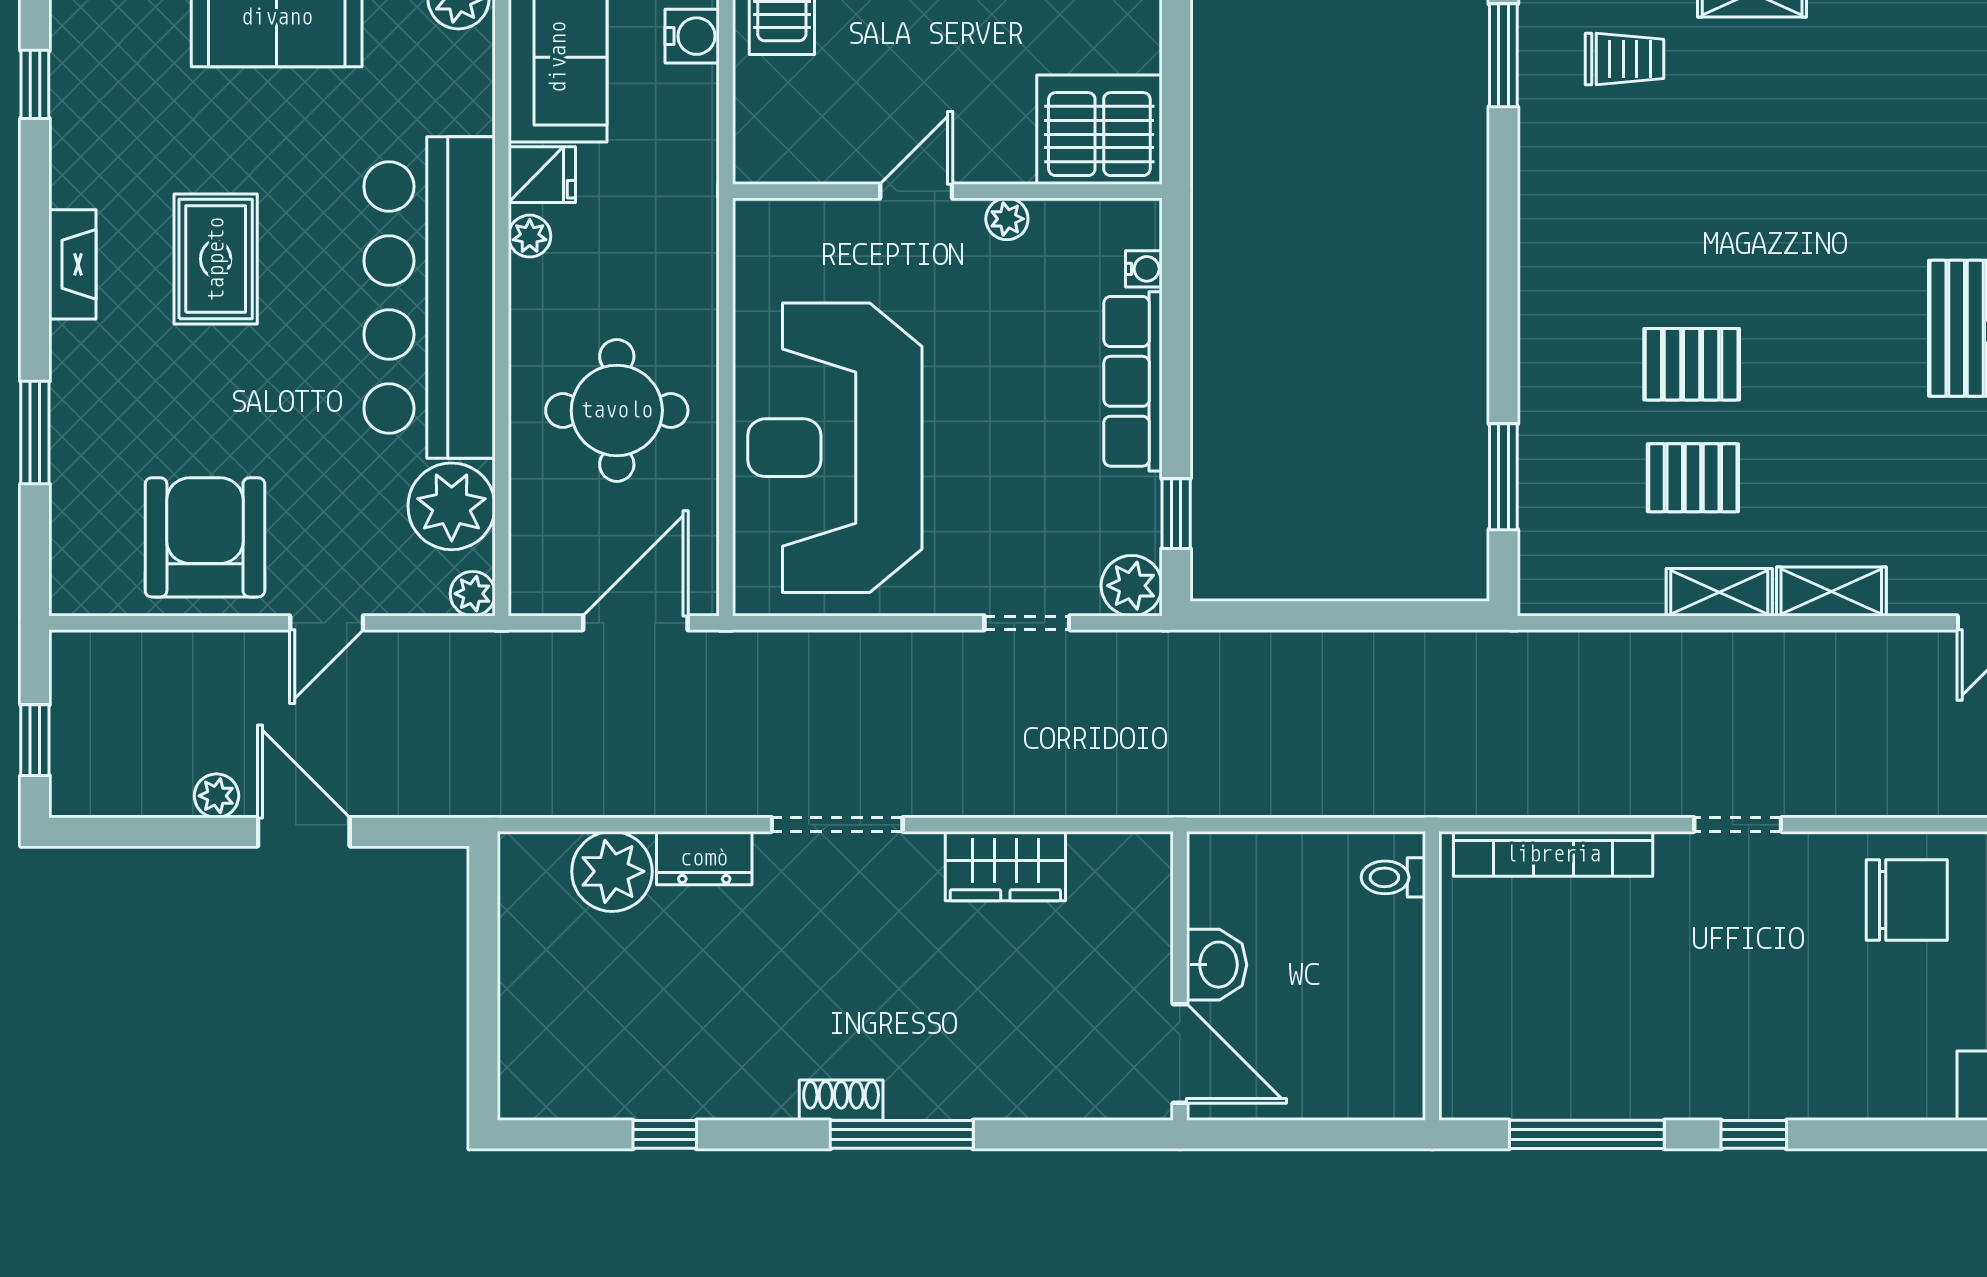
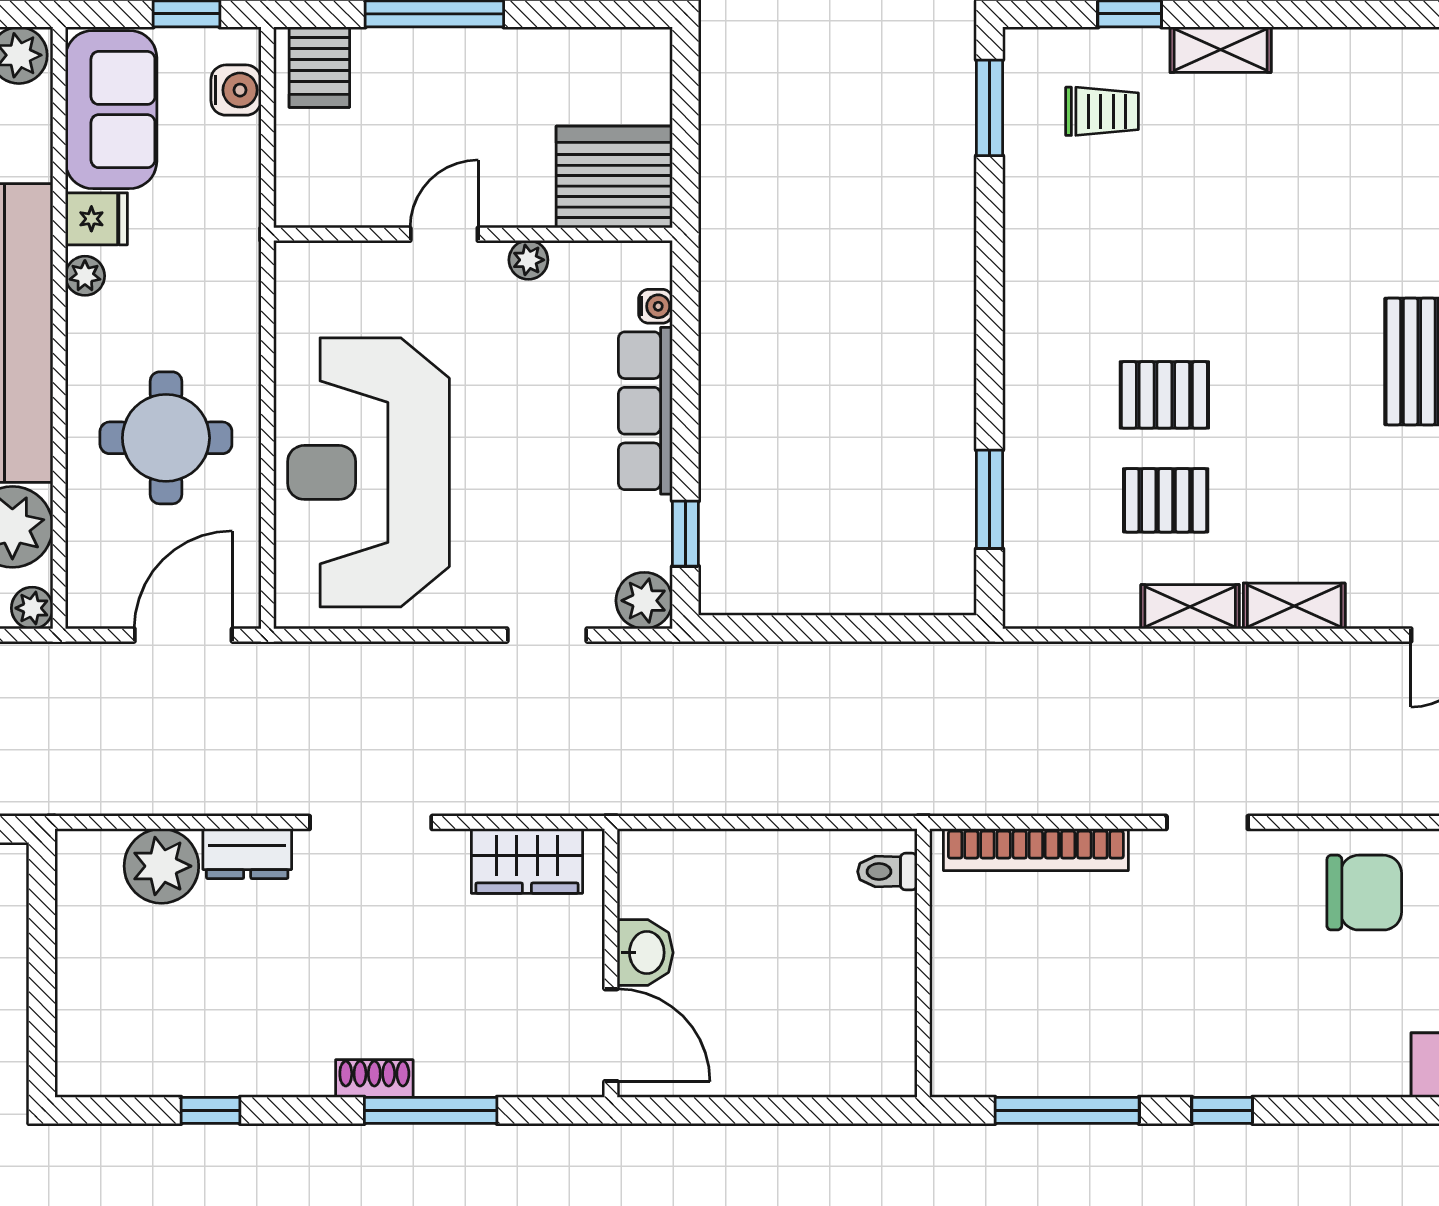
washbasin: (1217, 965) -> (645, 953), moved
wall: (1180, 976) -> (611, 963), moved
door: (1180, 1054) -> (611, 1035), moved

